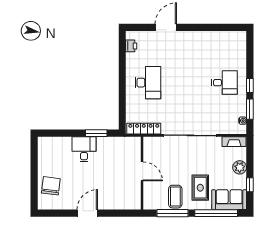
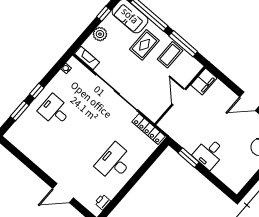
window: (250, 109) -> (20, 111), moved
filing cabinet: (133, 199) -> (204, 81), added

